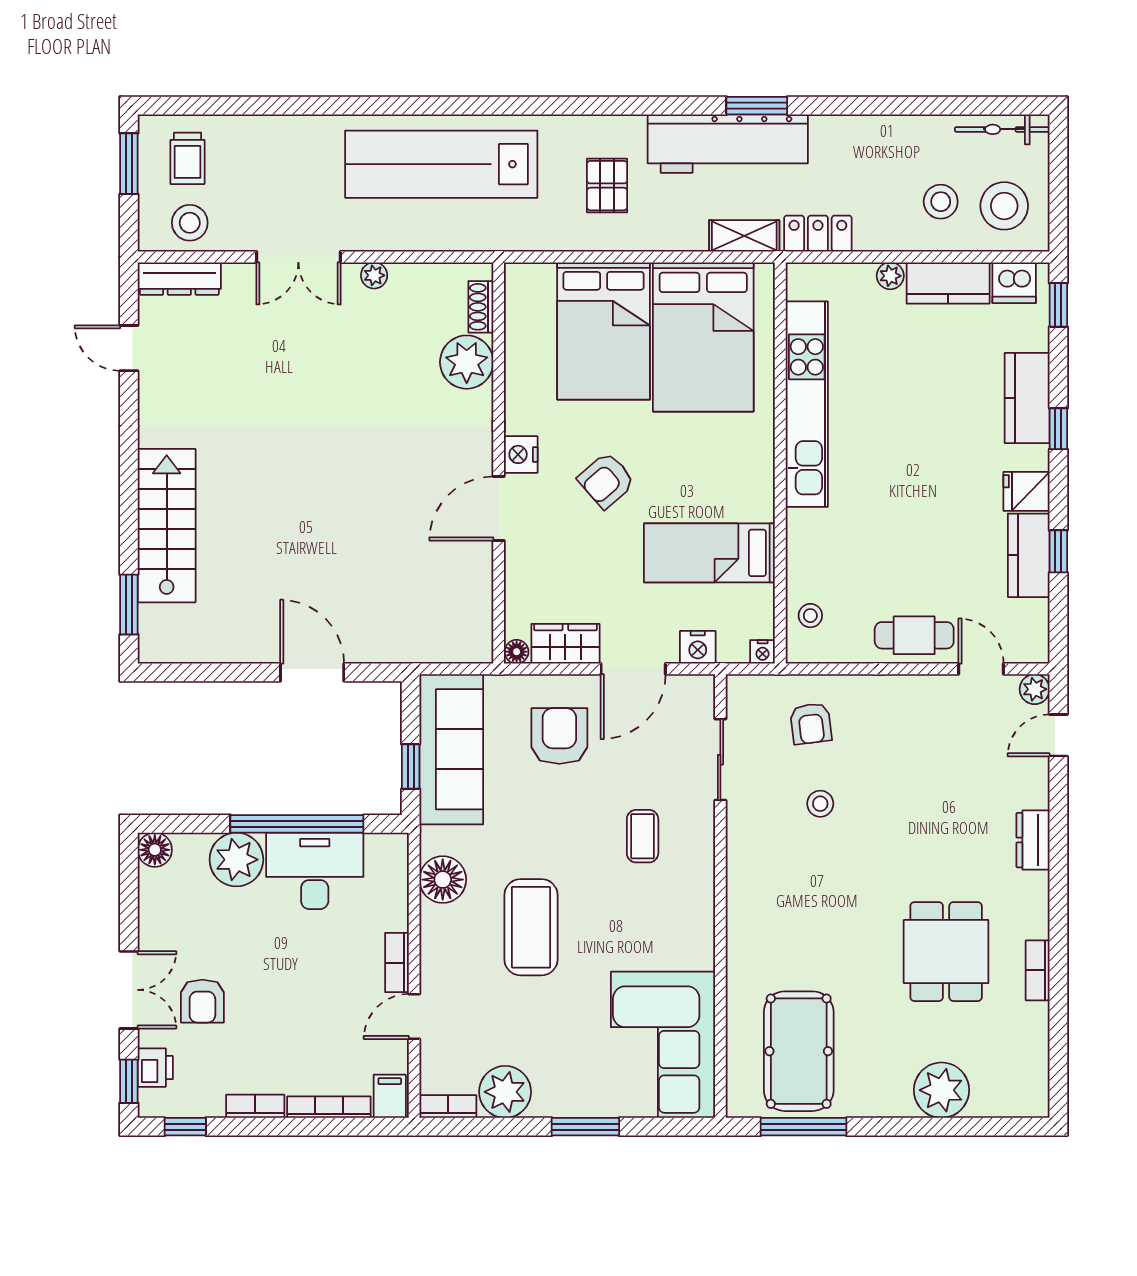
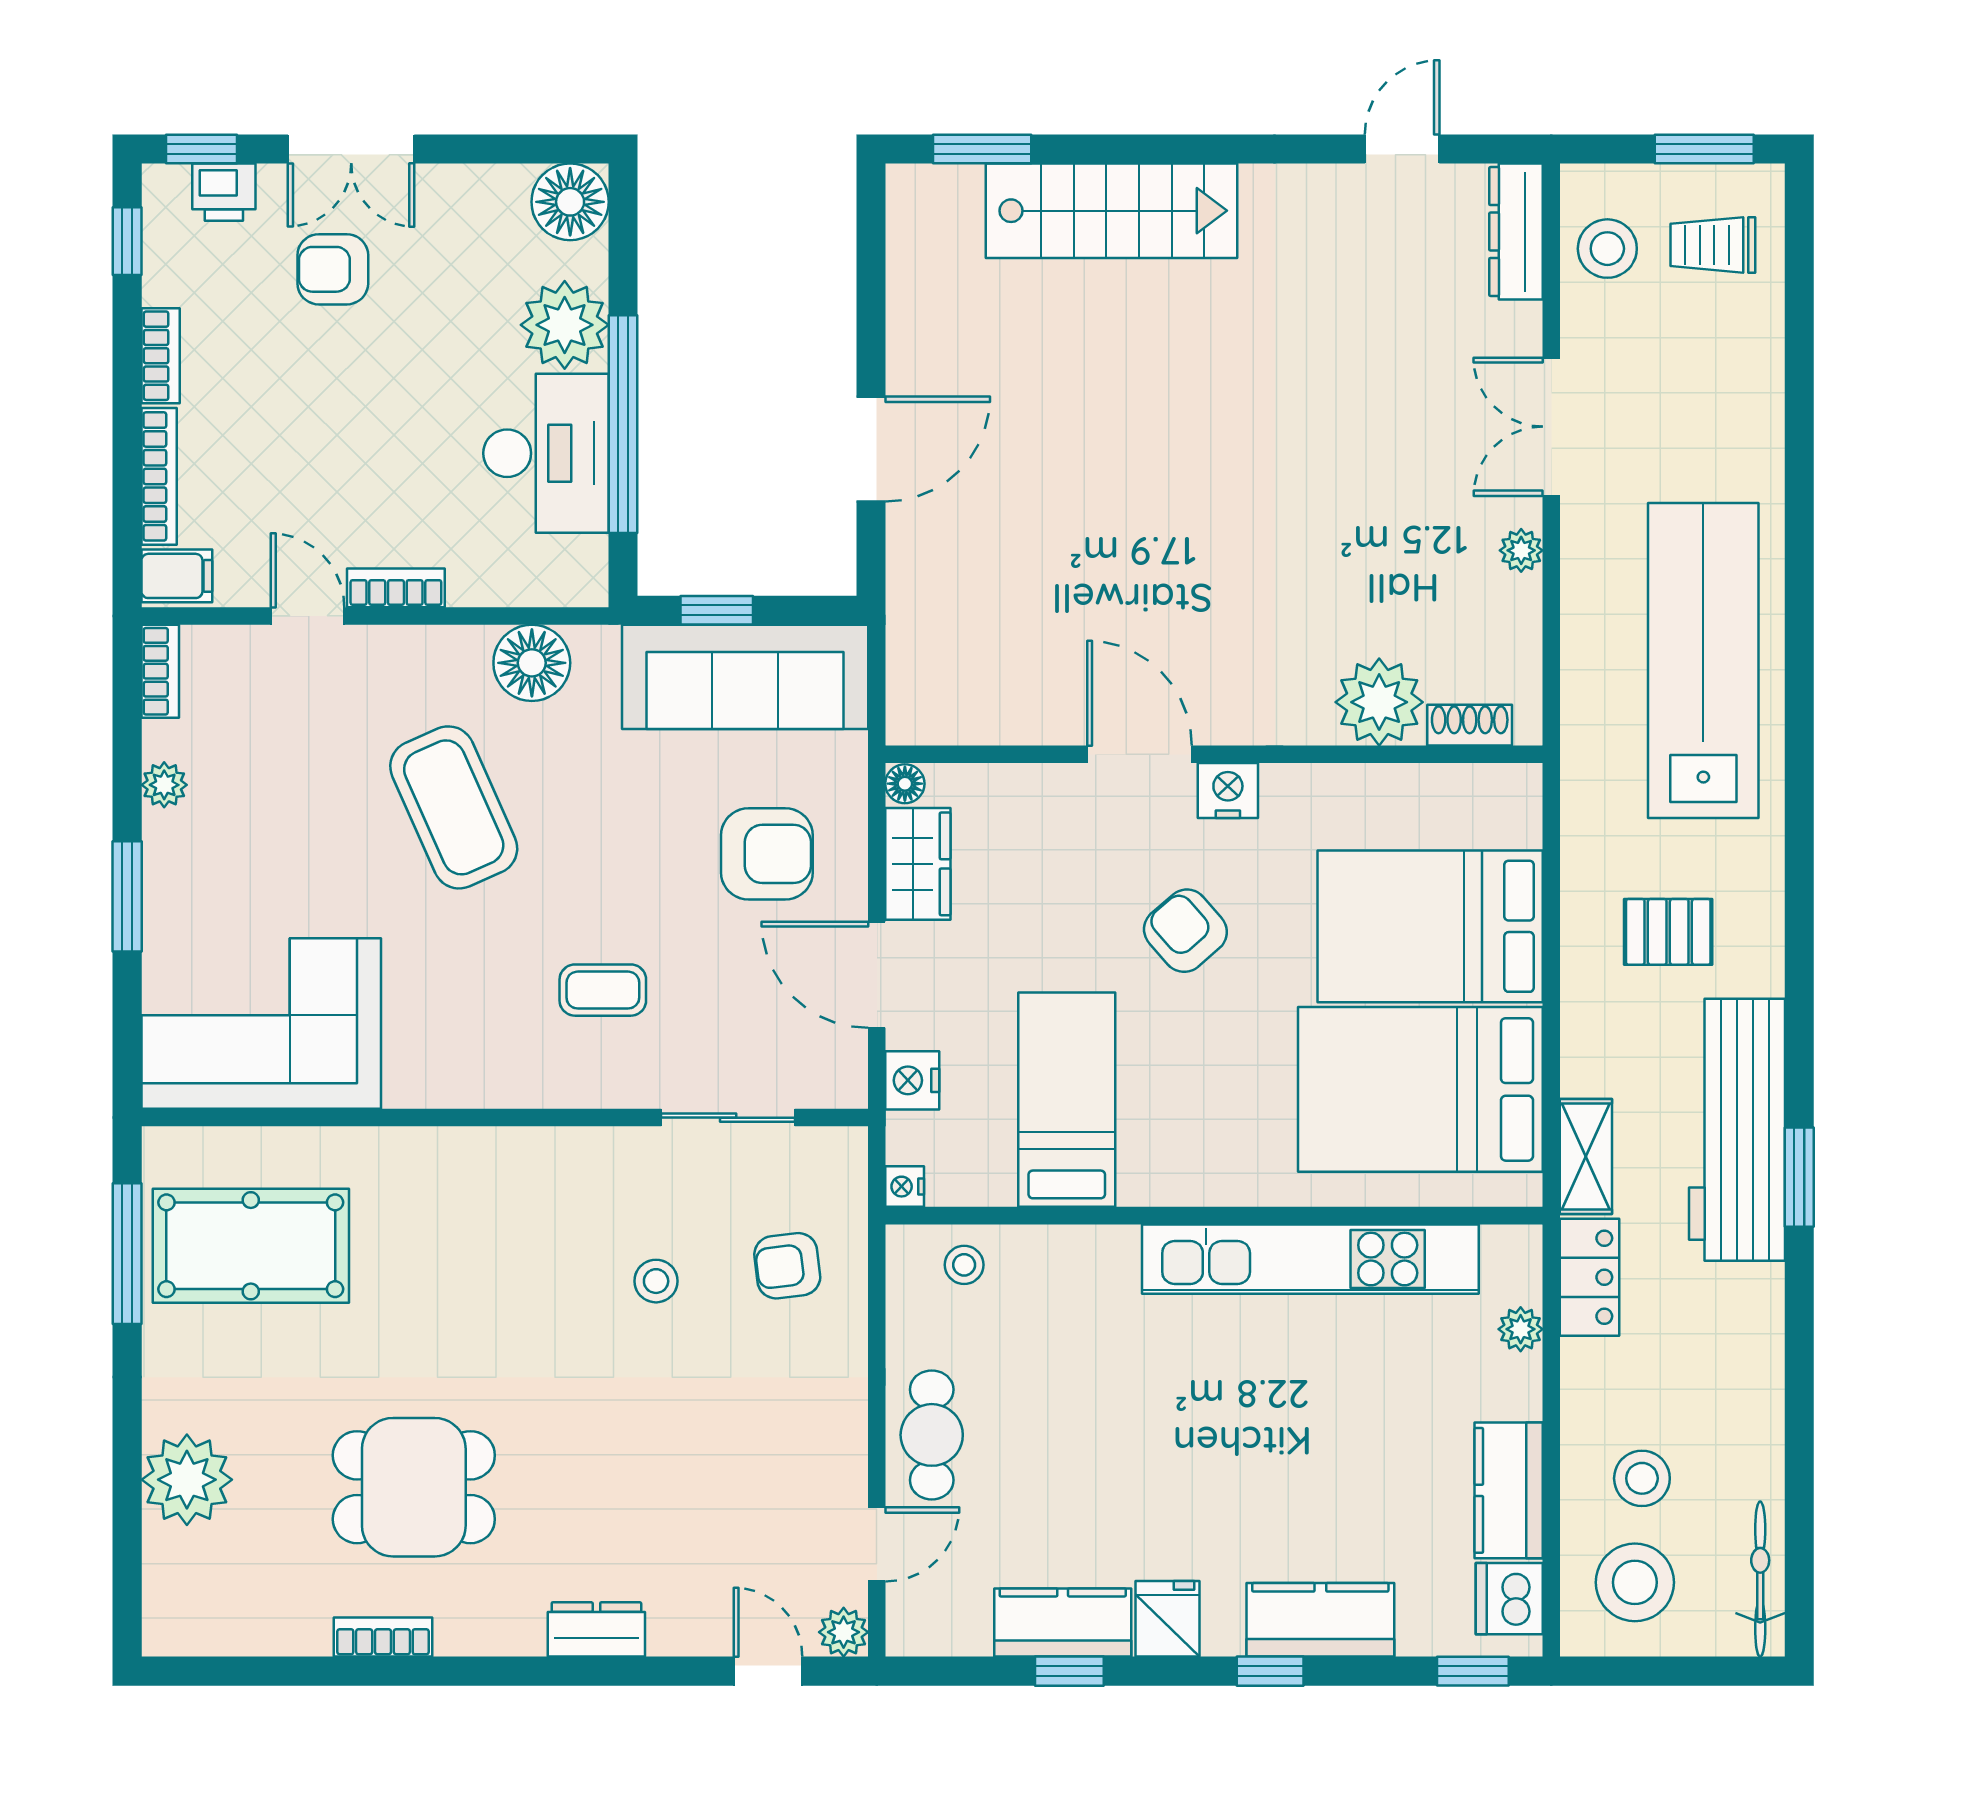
plant: (890, 276) -> (1521, 1329), moved
floor lamp: (155, 850) -> (570, 202), width x1.38, depth x1.38
coffee table: (531, 927) -> (454, 807), turned 66
plant: (505, 1092) -> (164, 785), width x0.53, depth x0.53

